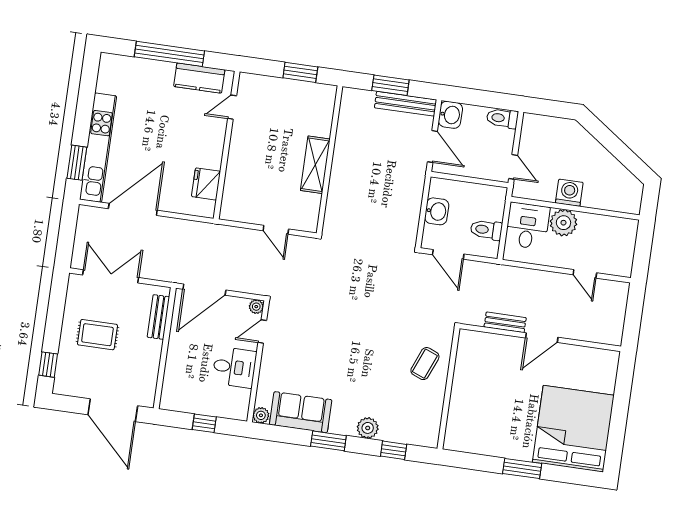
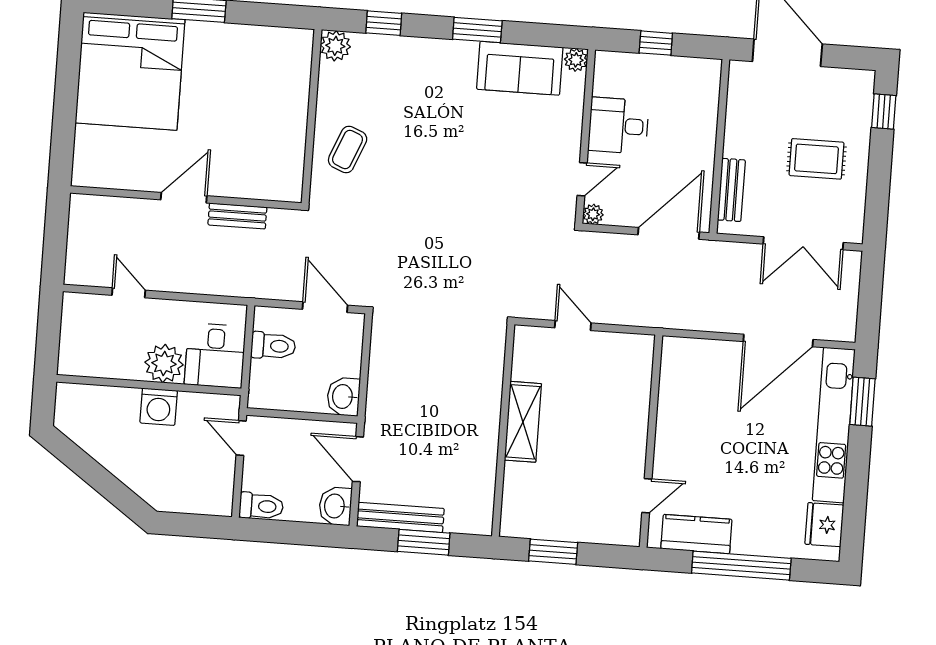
fridge: (206, 184) -> (824, 525), moved, turned 180
washbasin: (437, 211) -> (343, 397), moved
plant: (368, 428) -> (335, 46), moved

